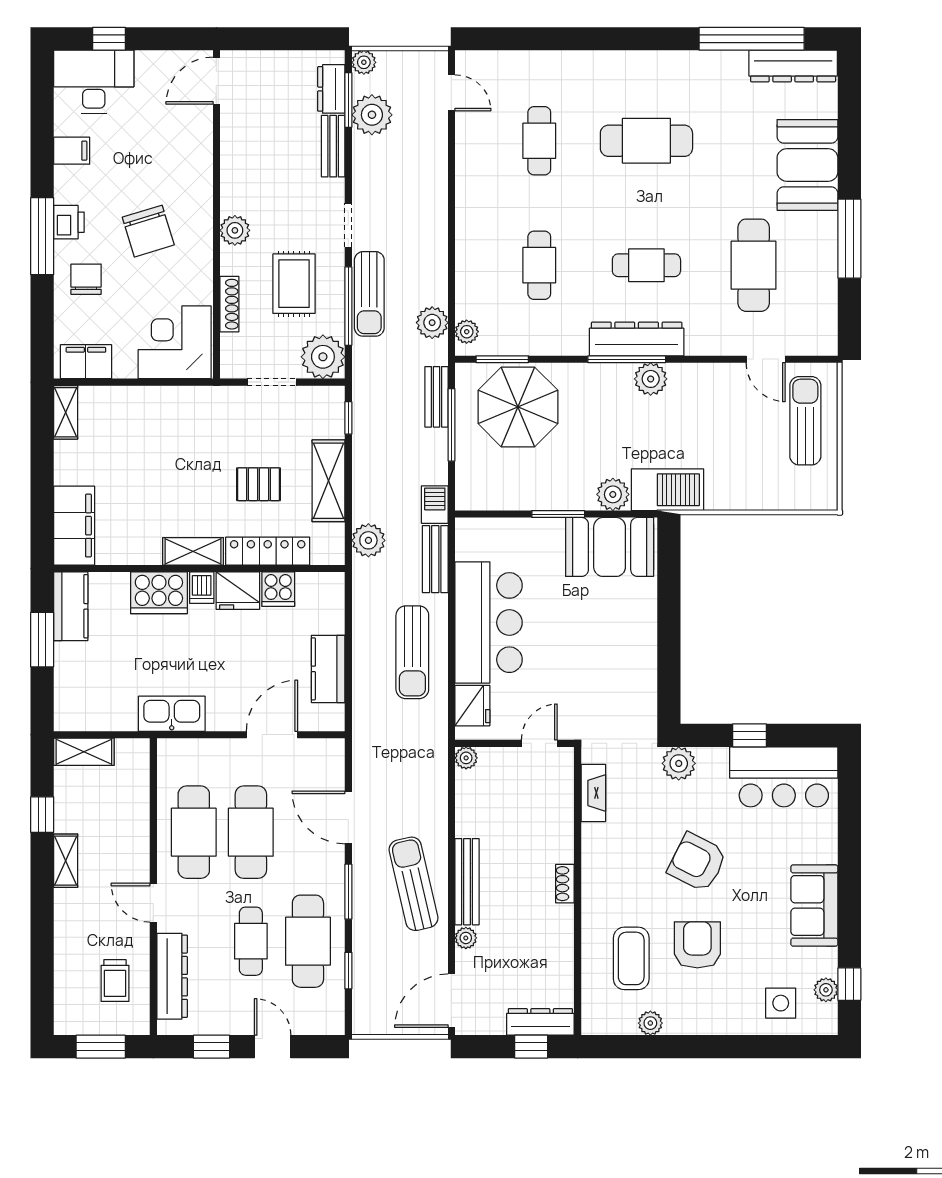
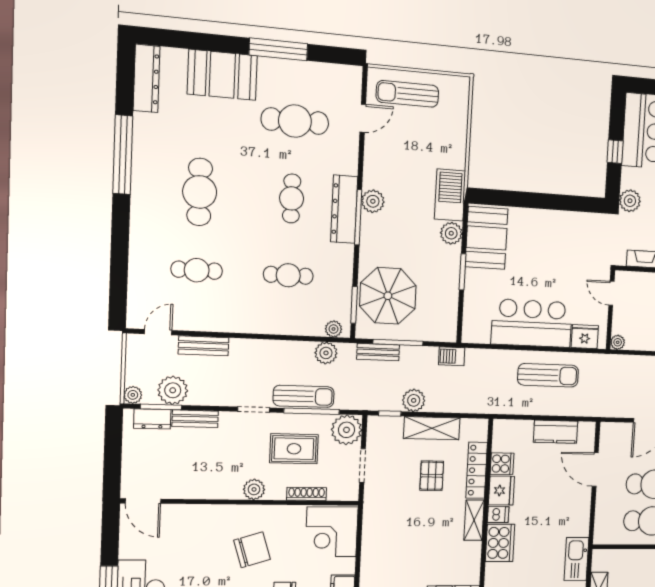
window: (752, 39) -> (123, 155), moved
plant: (368, 540) -> (414, 400), moved
bench: (435, 559) -> (204, 346), moved
kitchen sink: (172, 714) -> (576, 559), moved

